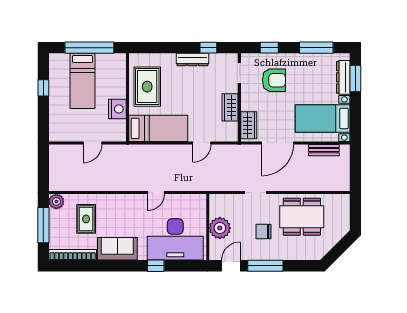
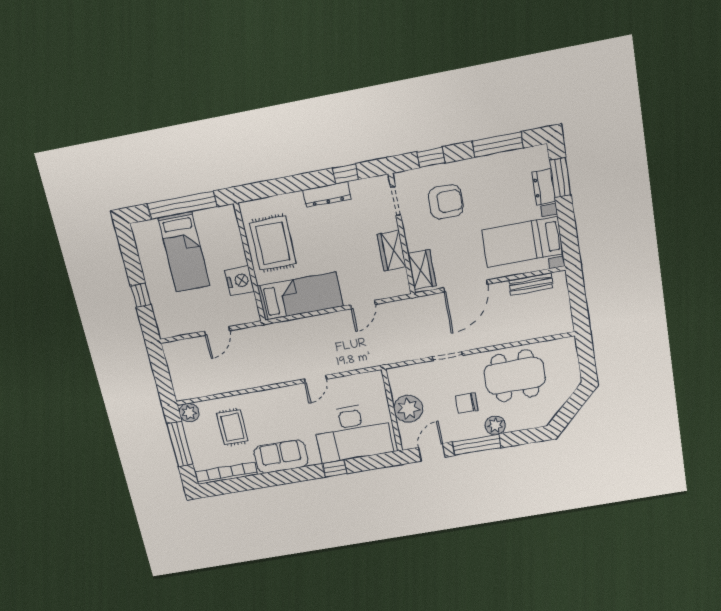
dresser: (343, 77) -> (544, 187), width x0.70
window: (43, 88) -> (141, 295), moved
plant: (282, 253) -> (495, 425), added

